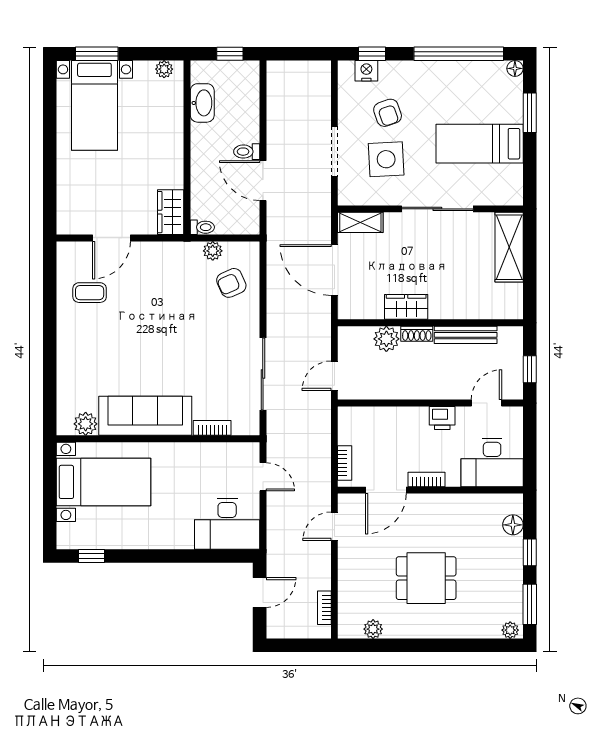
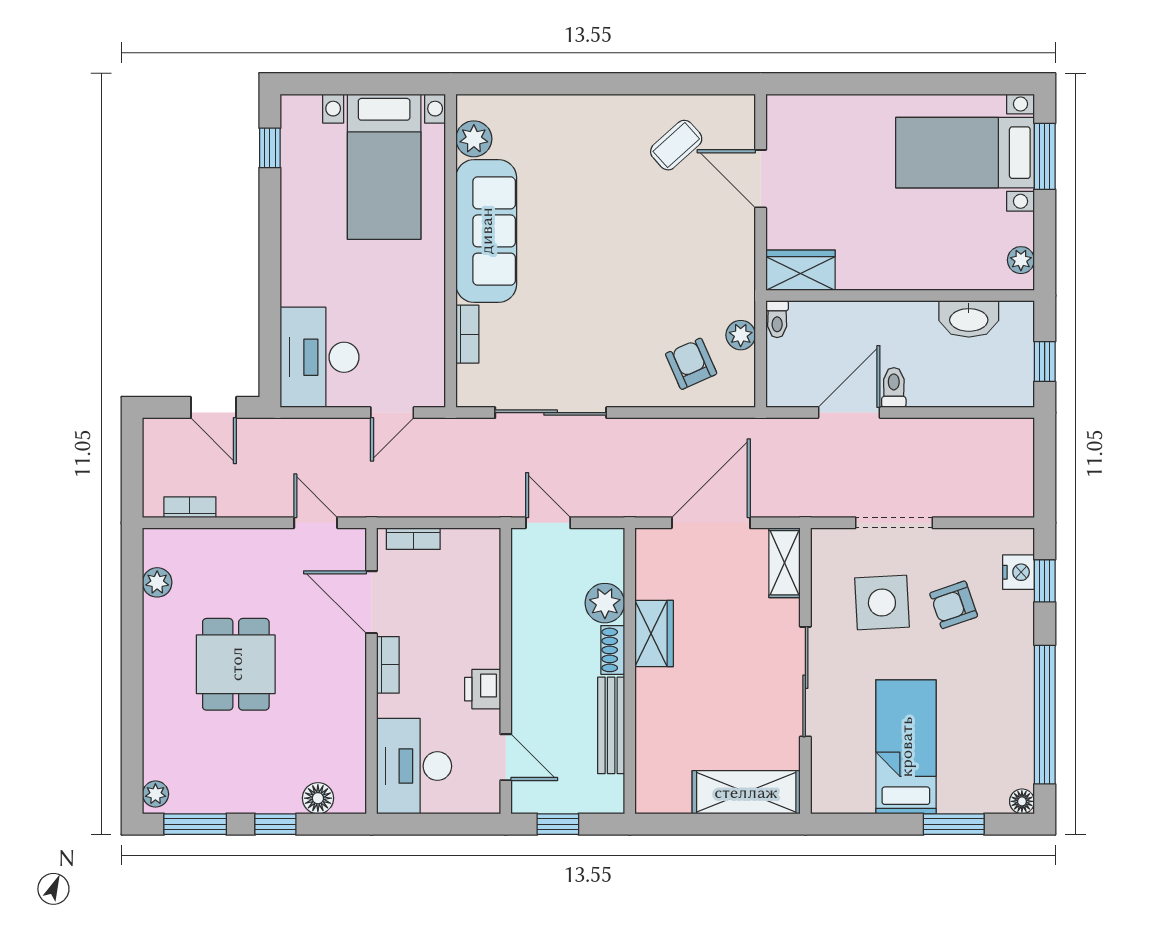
coffee table: (90, 293) -> (676, 145), turned 48

